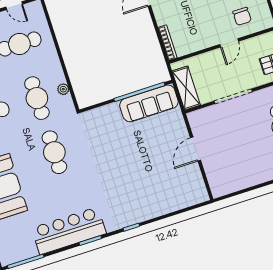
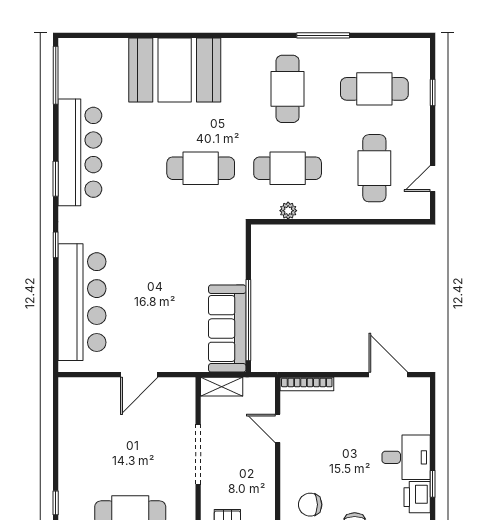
door: (229, 43) -> (278, 428), moved
shelving: (186, 88) -> (222, 387), width x0.67, depth x0.75
door: (195, 149) -> (139, 375), swing flipped
bar counter: (162, 199) -> (82, 302), added

